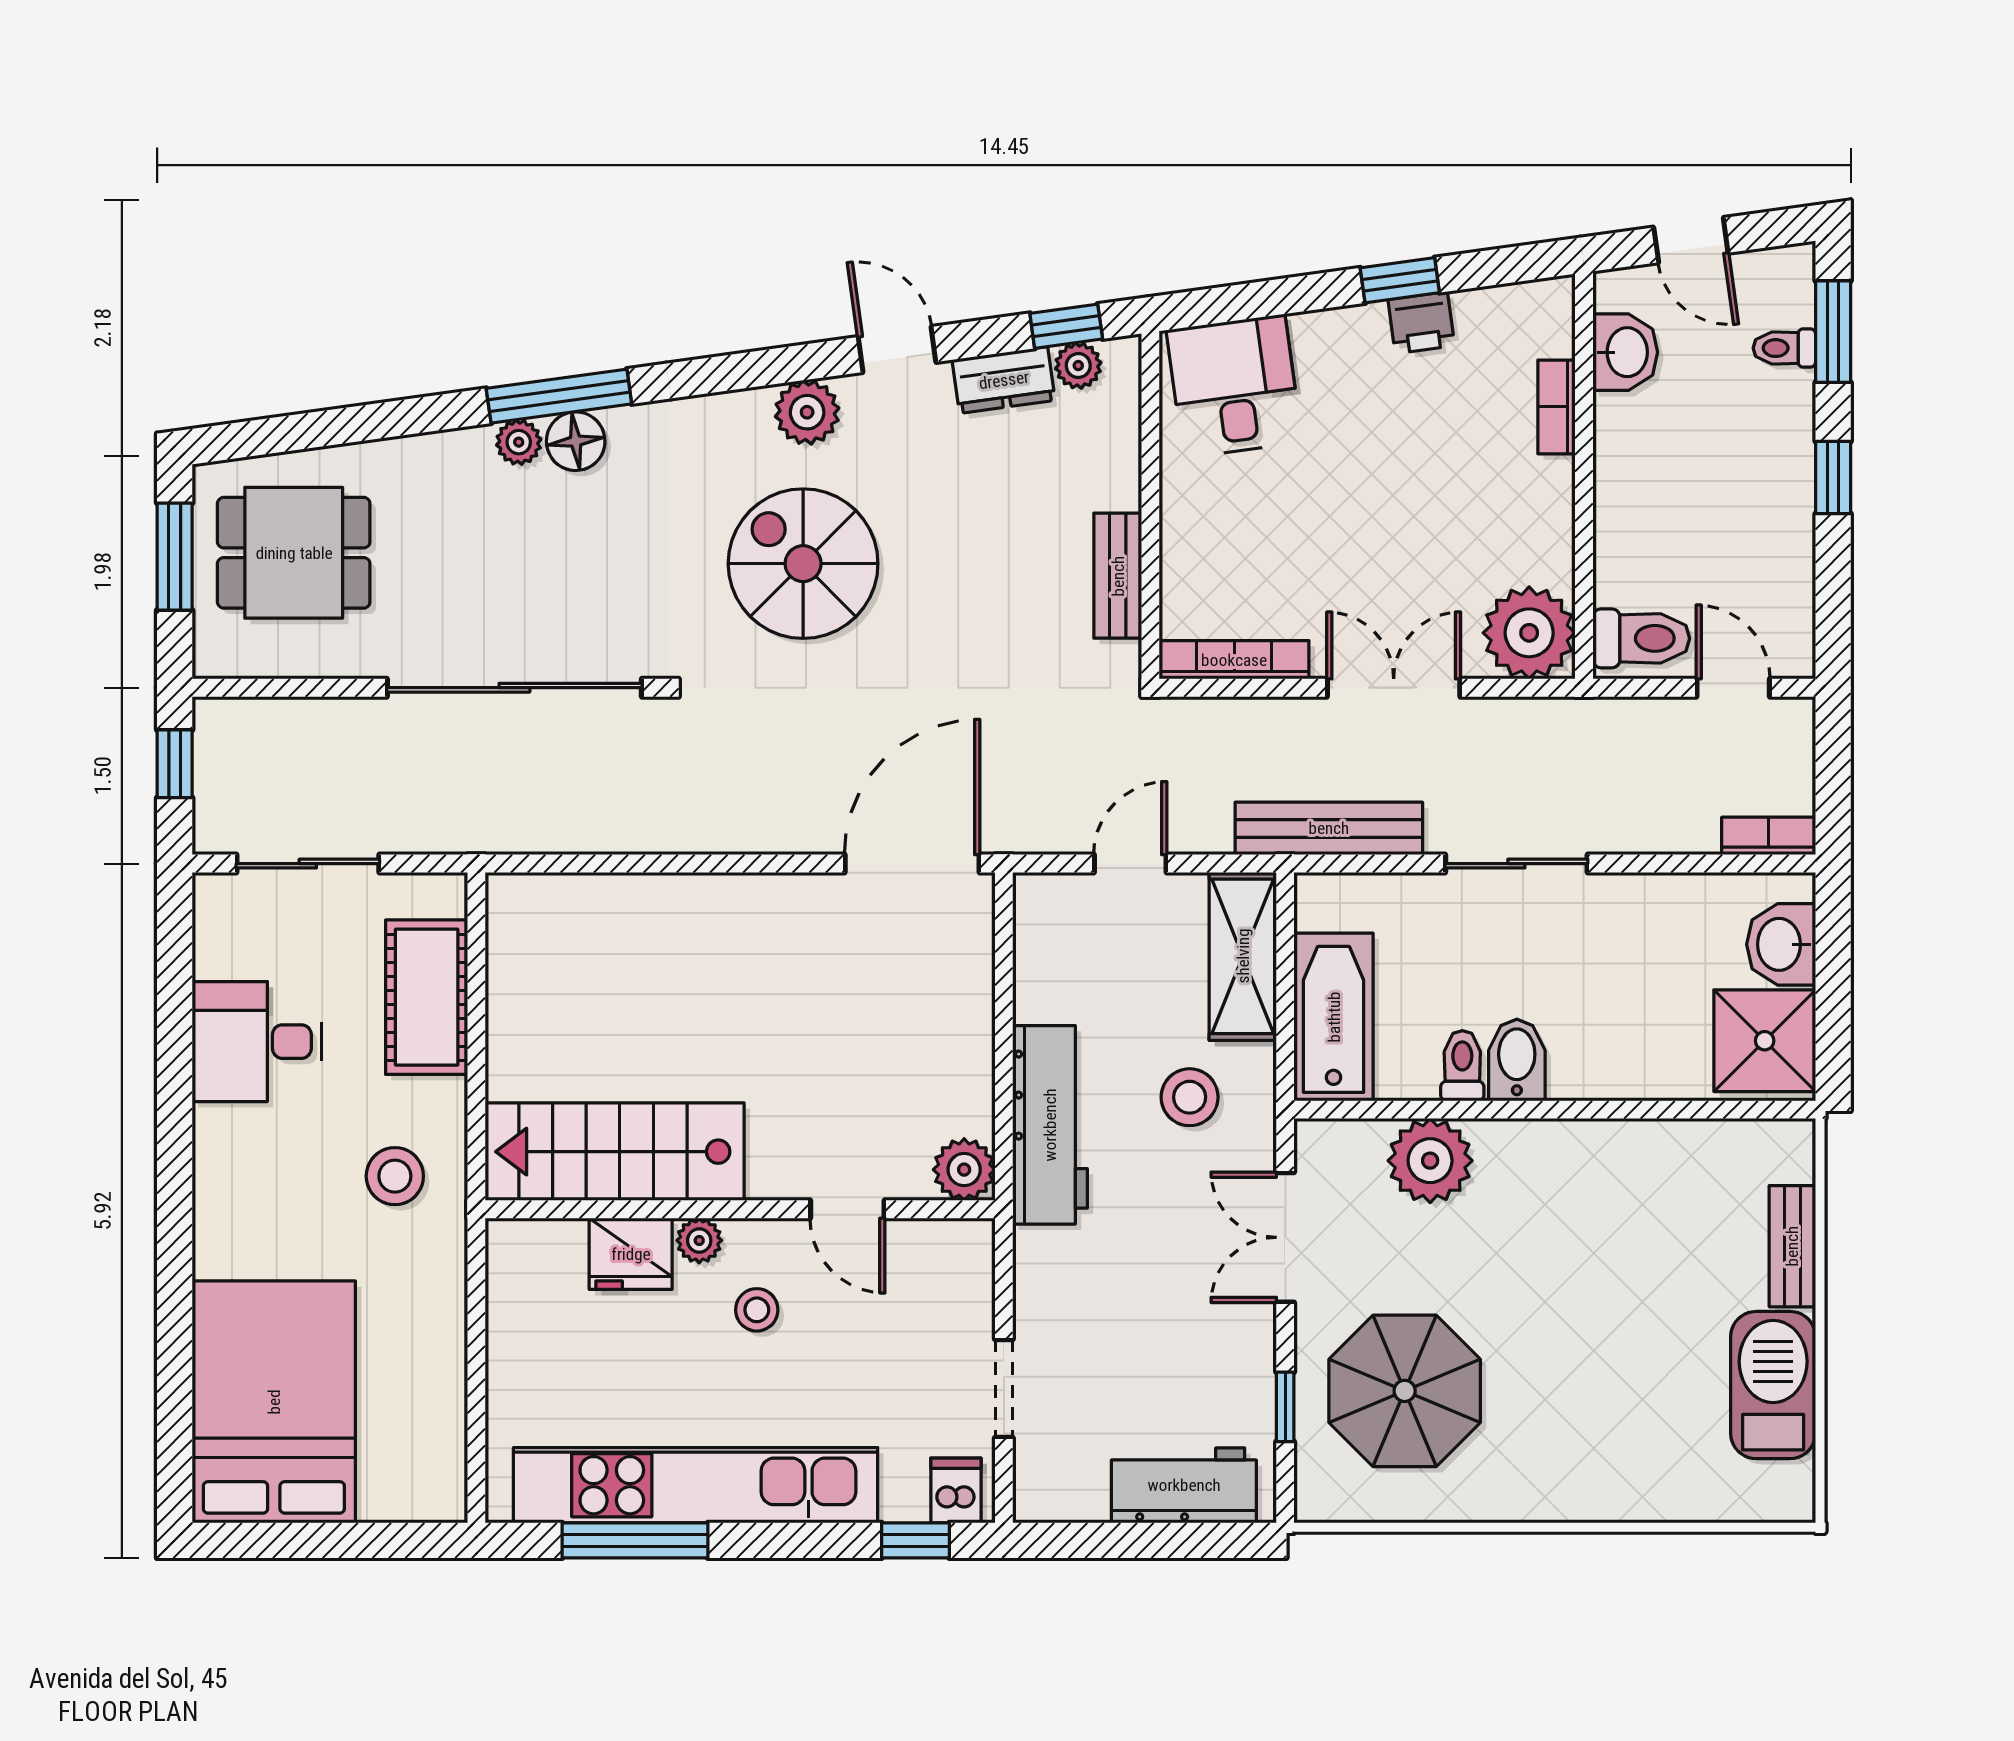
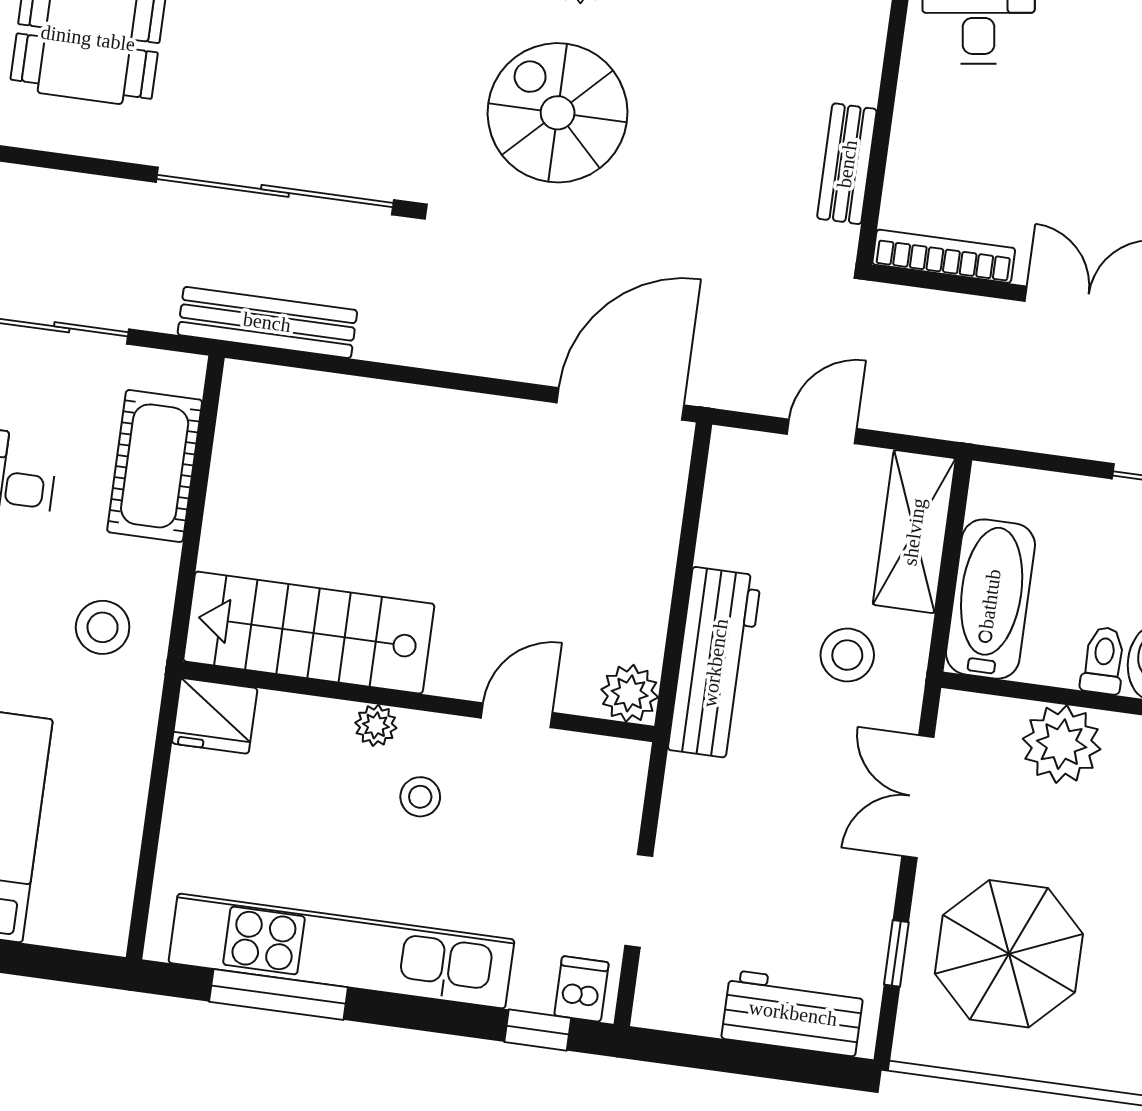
bench: (1329, 828) -> (267, 322), moved
door: (847, 1209) -> (517, 715), swing flipped
fridge: (631, 1254) -> (215, 716), moved

